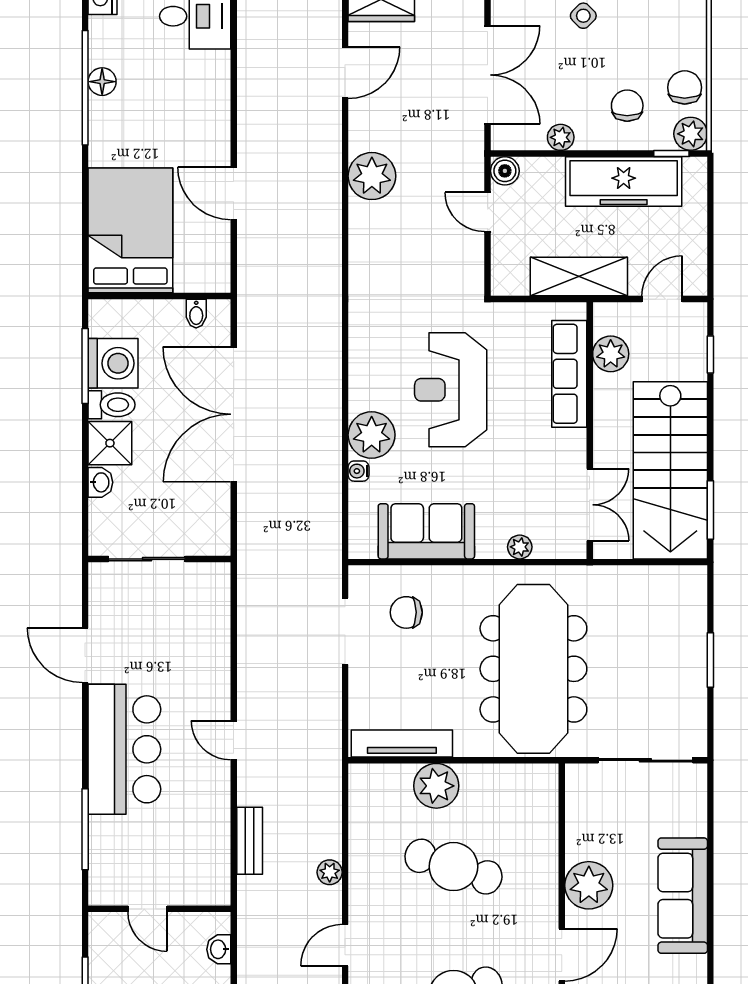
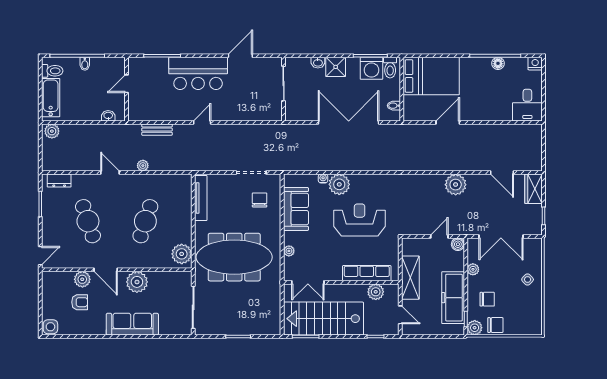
toilet: (112, 405) -> (390, 68), moved
plant: (436, 786) -> (182, 254), moved

